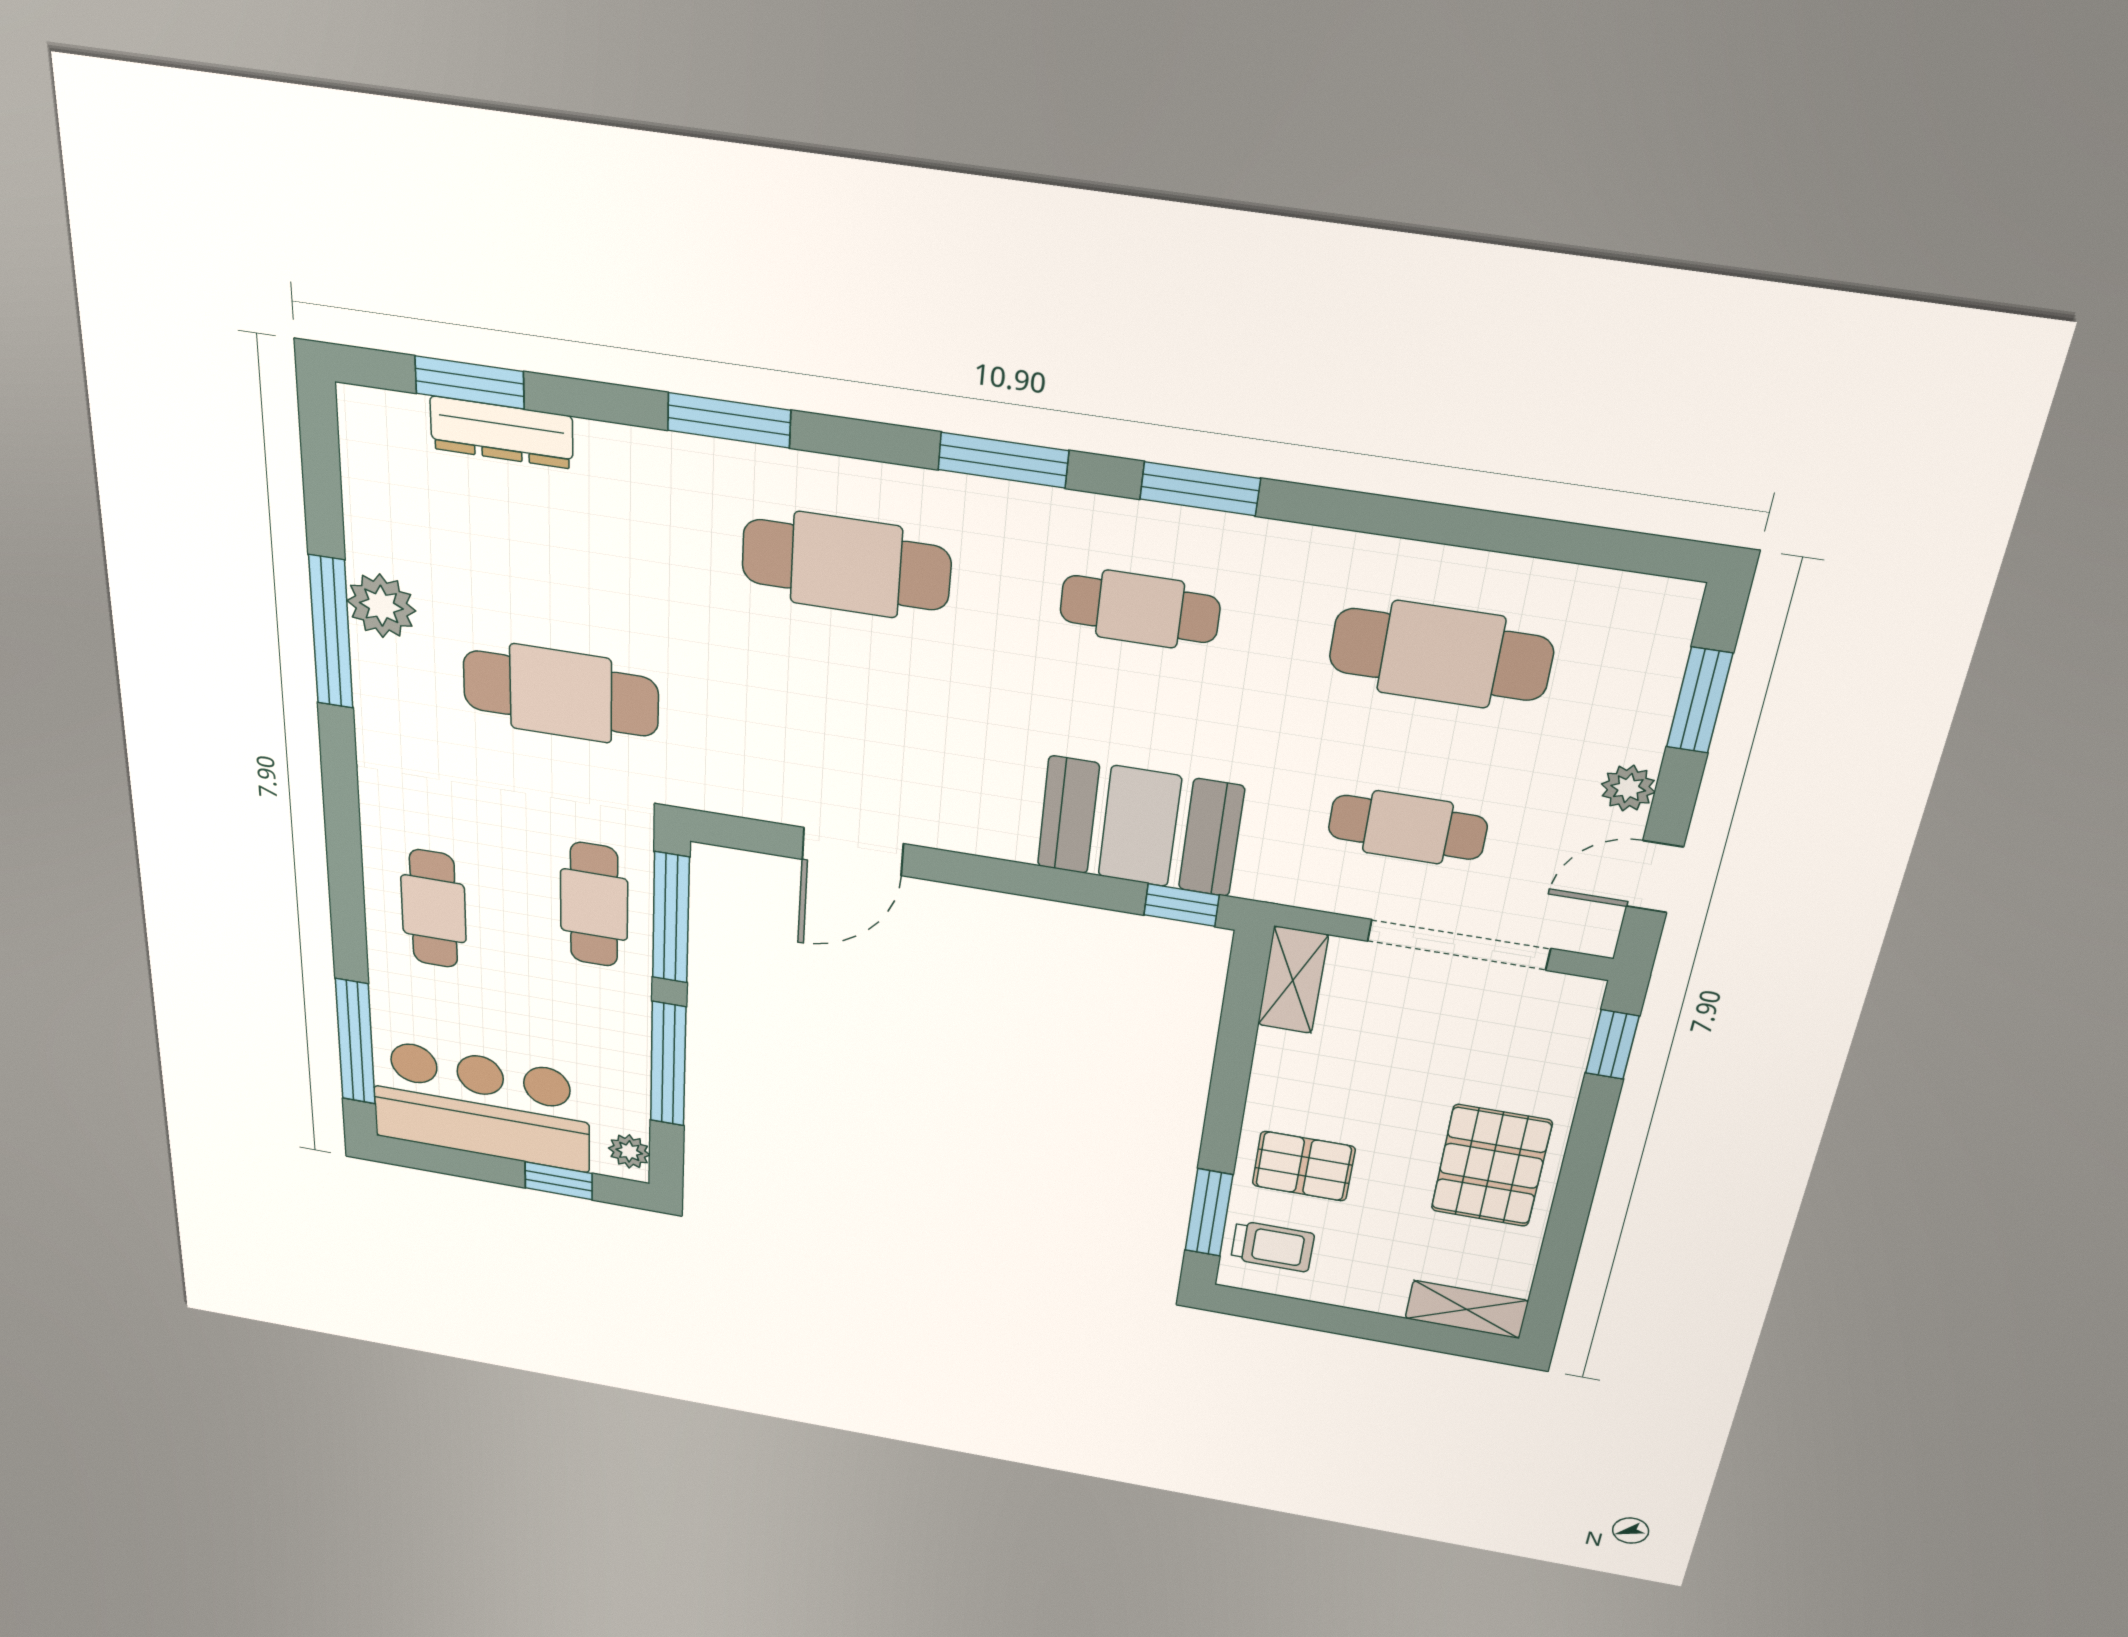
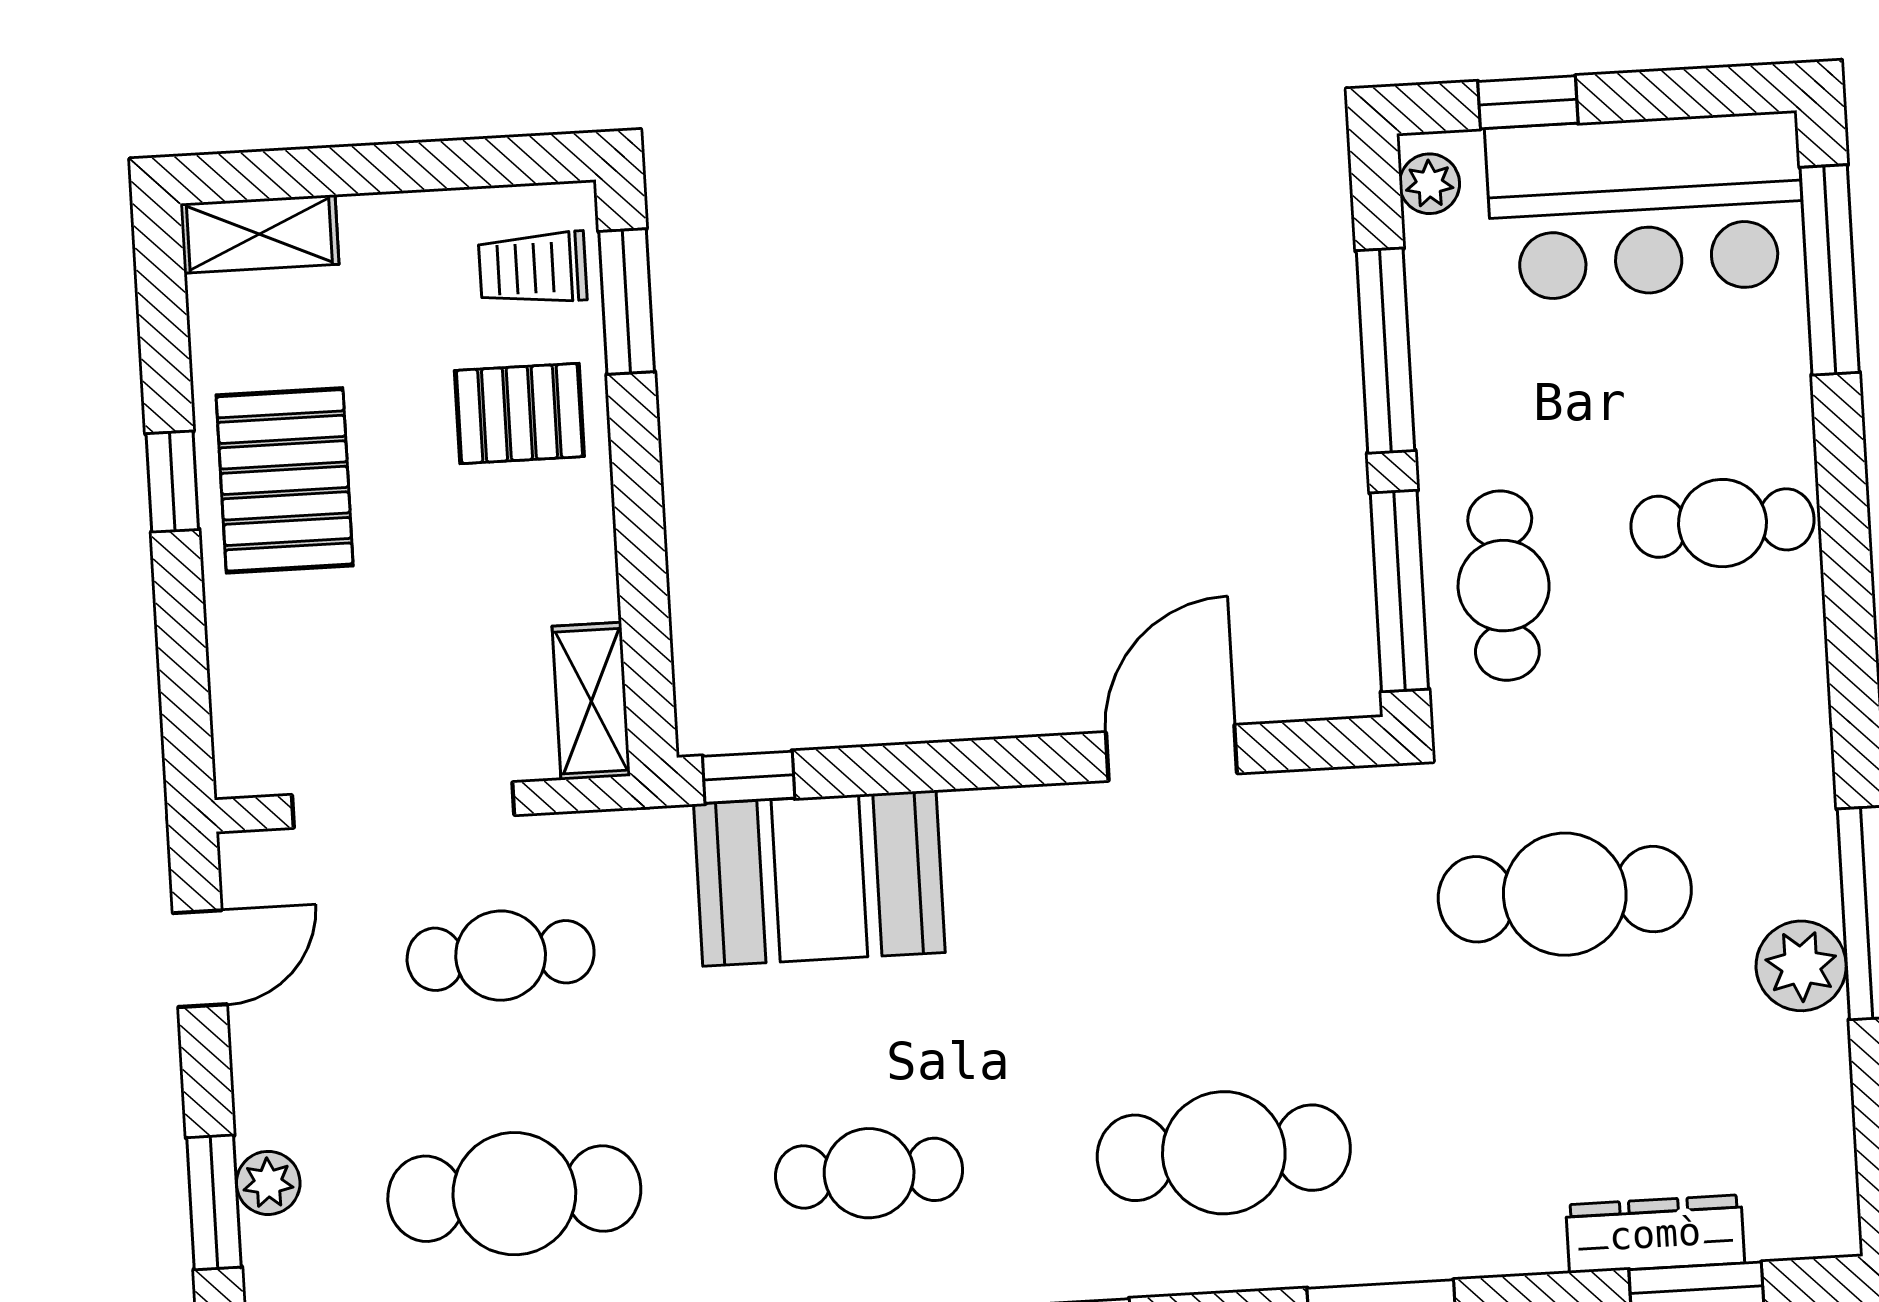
plant: (1628, 788) -> (268, 1183), moved
cafe table: (434, 909) -> (1722, 523), turned 90
window: (1612, 1045) -> (172, 482), moved

